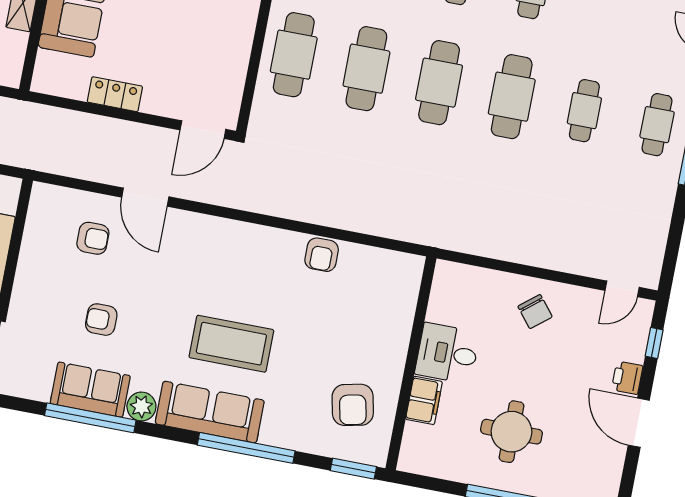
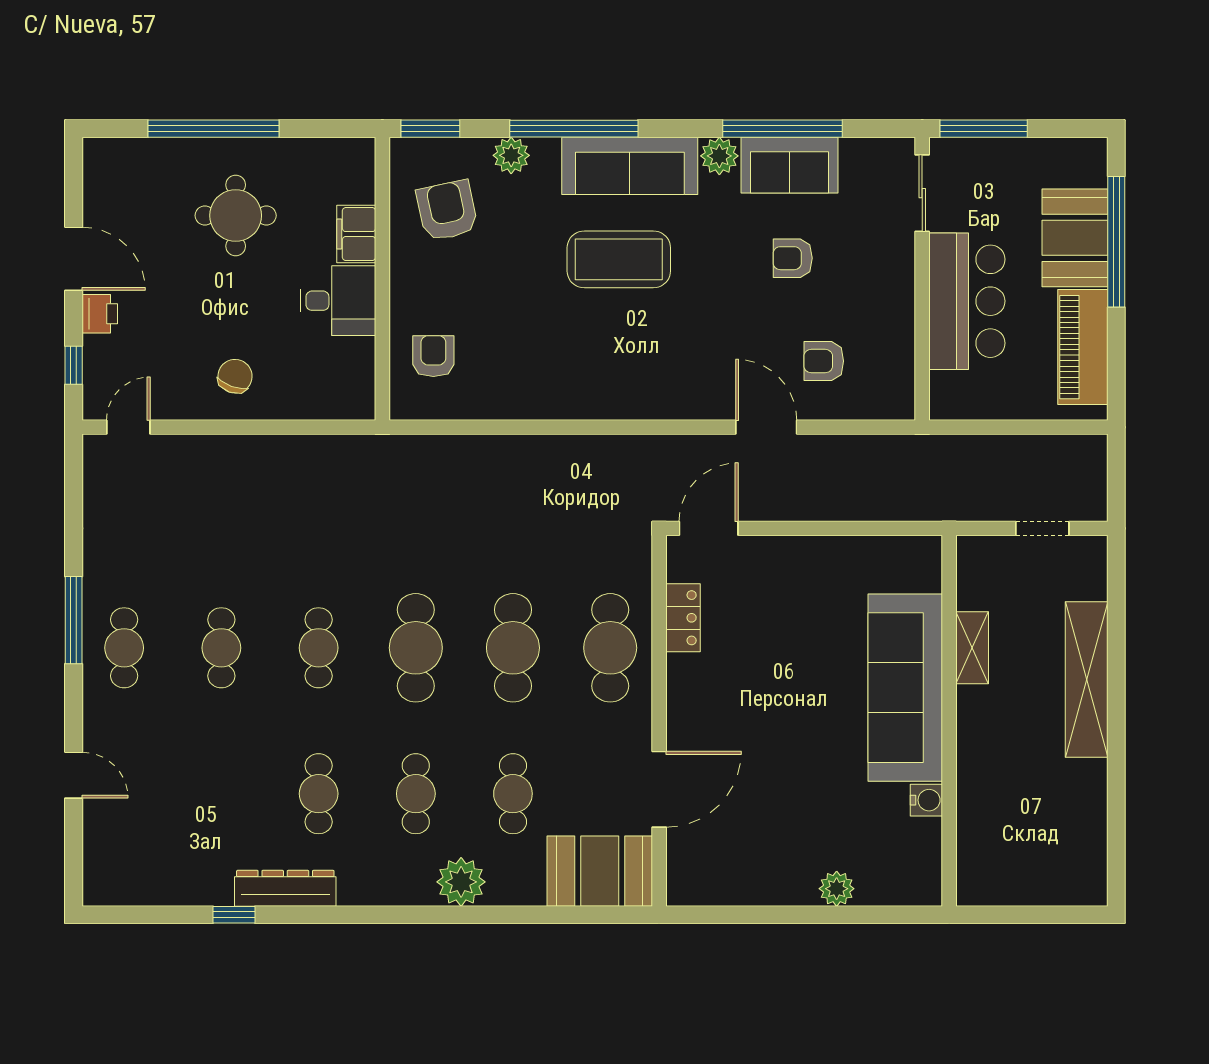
locker: (115, 94) -> (683, 618), moved, turned -90
cafe table: (512, 97) -> (319, 648), width x0.73, depth x0.74
armchair: (322, 255) -> (433, 356), moved
chair: (535, 312) -> (235, 376), turned 59
armchair: (101, 320) -> (793, 258), turned 180
plant: (297, 437) -> (511, 155), added

